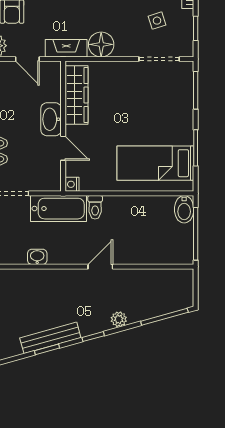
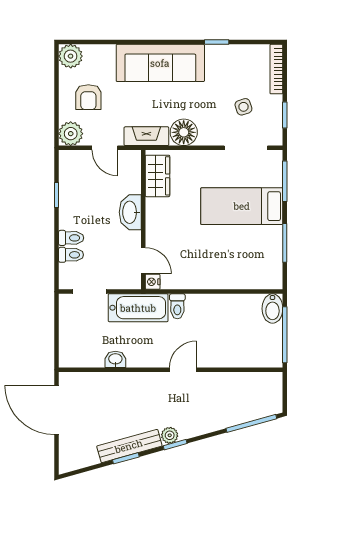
wardrobe: (77, 95) -> (157, 176), width x0.67
door: (63, 148) -> (143, 261), moved
bed: (155, 163) -> (242, 206), moved
plant: (119, 319) -> (170, 435), moved

